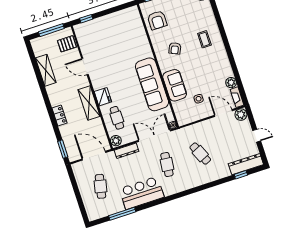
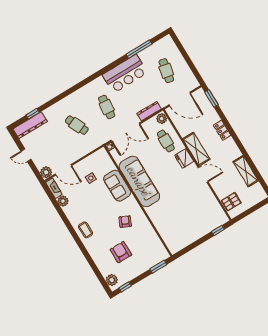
armchair: (157, 20) -> (121, 252), moved
window: (51, 30) -> (249, 211), removed
coffee table: (204, 39) -> (86, 230), moved
door: (85, 67) -> (203, 175), moved

